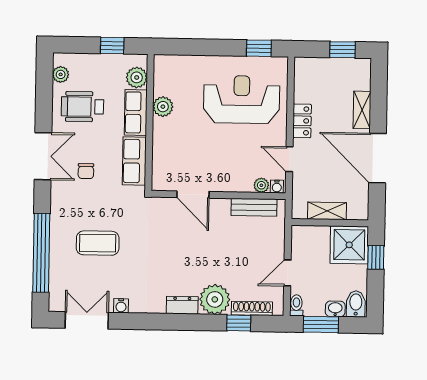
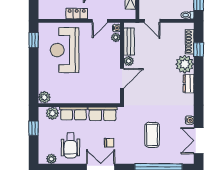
plant: (163, 107) -> (44, 97), moved
plant: (222, 206) -> (129, 61), added
door: (287, 273) -> (152, 21), moved

